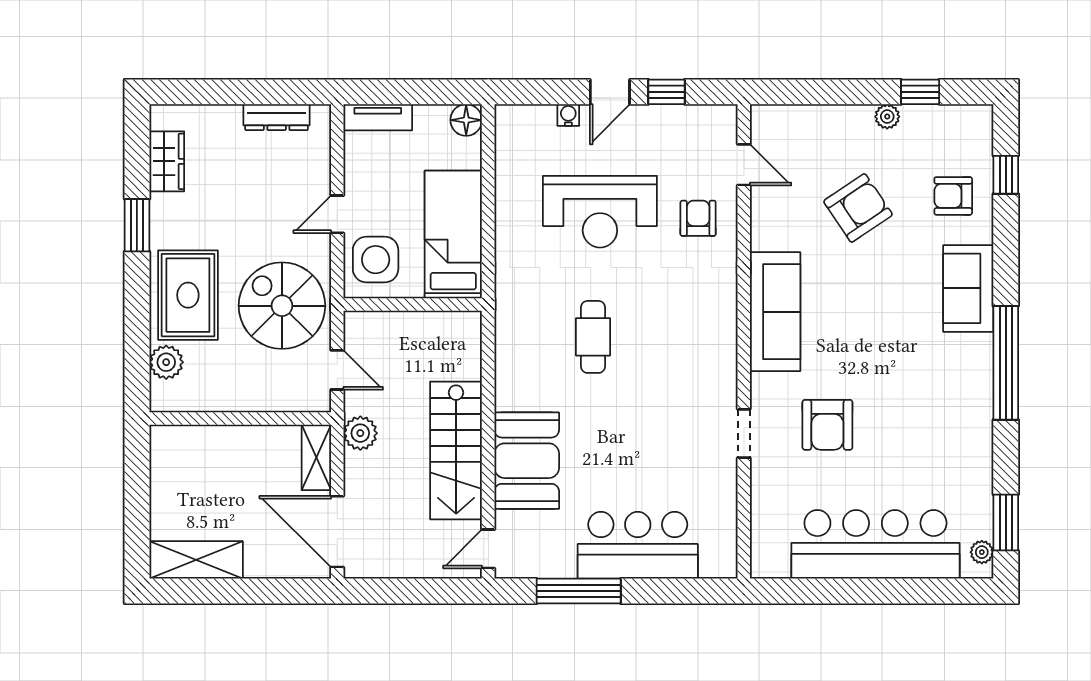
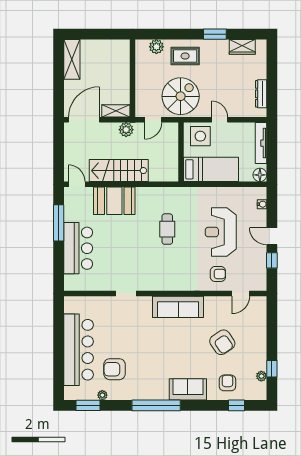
water cooler: (568, 115) -> (262, 204), moved
tv unit: (378, 117) -> (261, 143), width x1.41
plant: (887, 117) -> (261, 376), moved
rug: (188, 295) -> (185, 56), width x0.73, depth x0.70
cafe table: (593, 337) -> (167, 229), turned 90
armchair: (827, 425) -> (114, 369), moved
plant: (982, 552) -> (102, 395), moved

